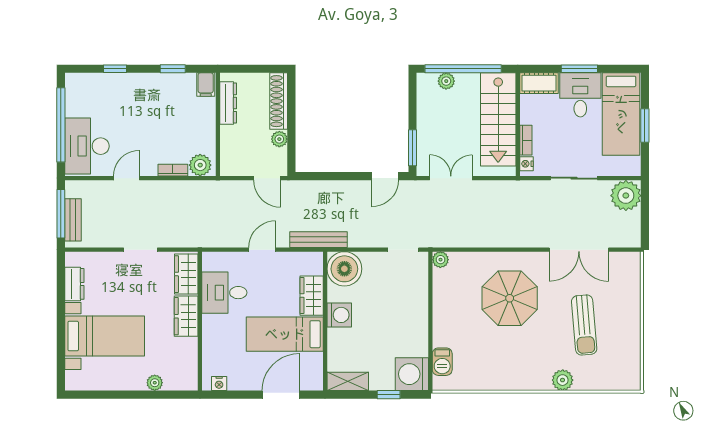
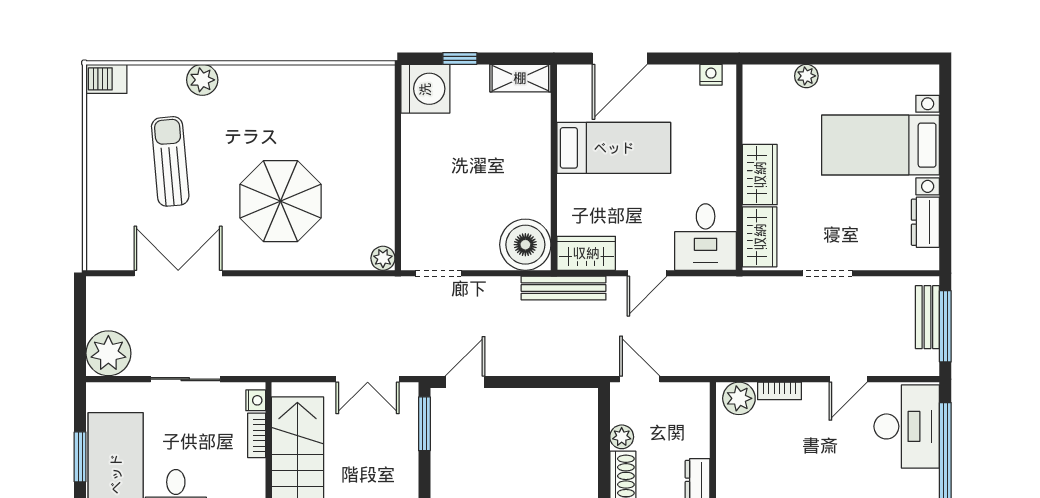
desk: (224, 293) -> (706, 237), moved, turned 90
wardrobe: (312, 296) -> (586, 253), moved, turned -90
washing machine: (339, 315) -> (533, 176), removed
barbecue: (442, 362) -> (106, 79), moved, turned -90

